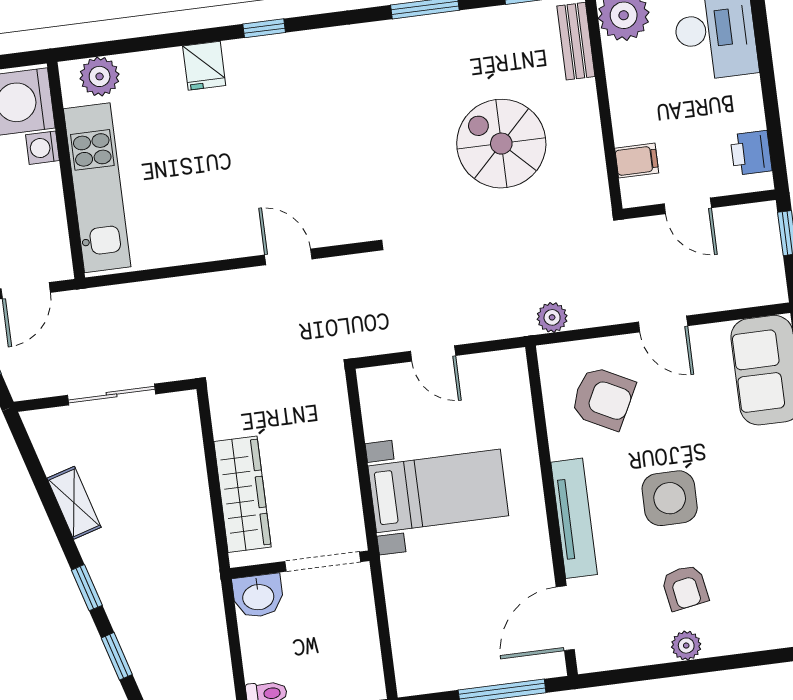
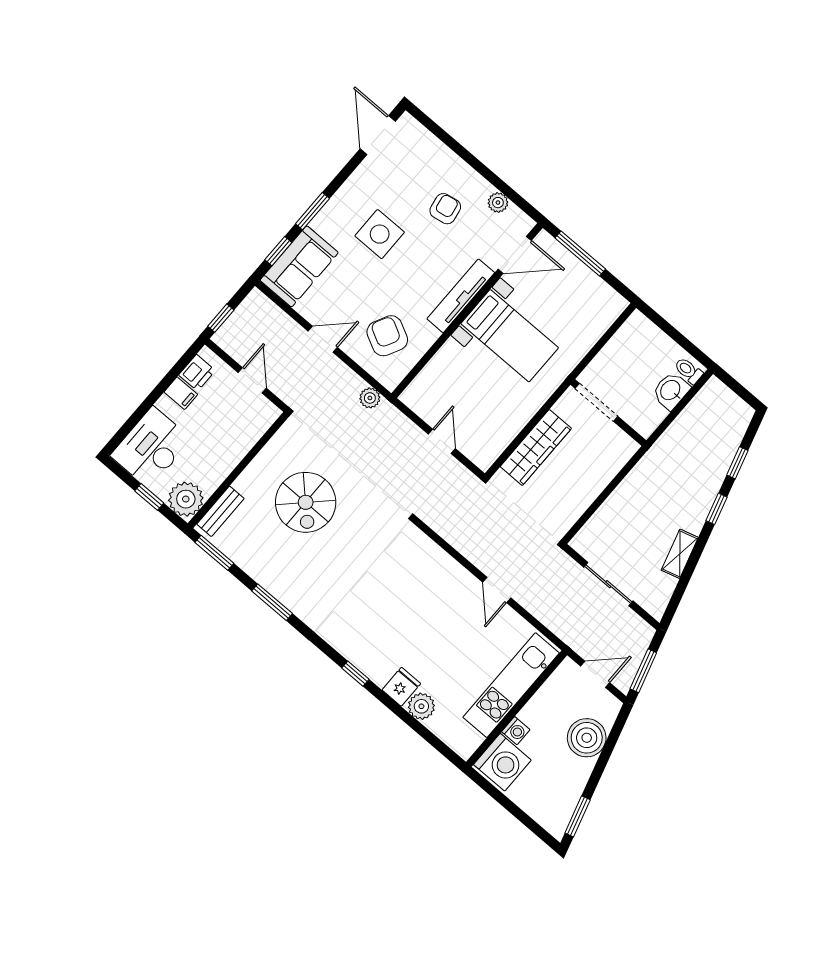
plant: (100, 76) -> (421, 706), moved
filing cabinet: (637, 161) -> (181, 393), moved, turned 180
door: (288, 257) -> (497, 590), moved
door: (663, 324) -> (323, 339), hinge flipped
bed with nightstands: (438, 491) -> (510, 336), moved, turned 180
wardrobe: (243, 494) -> (536, 447), moved, turned 180
side table: (670, 498) -> (380, 234), moved
washbasin: (258, 596) -> (671, 391), moved, turned -90
plant: (686, 646) -> (498, 203), moved

